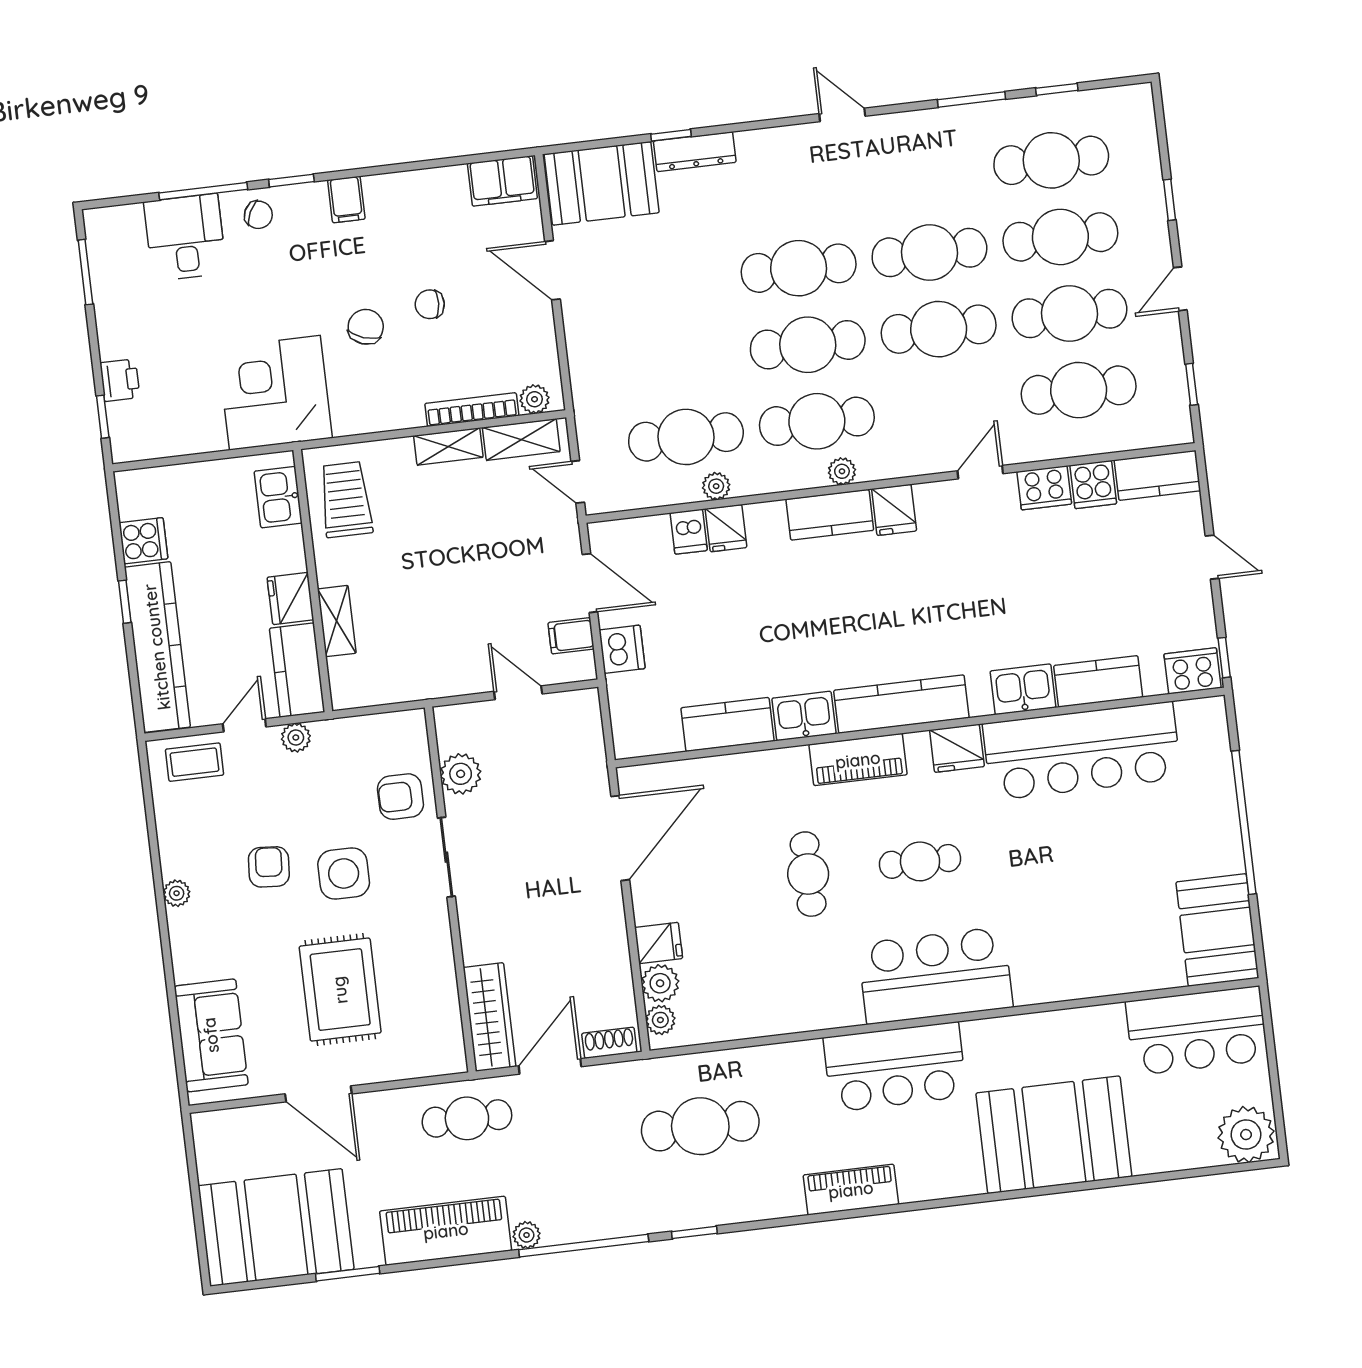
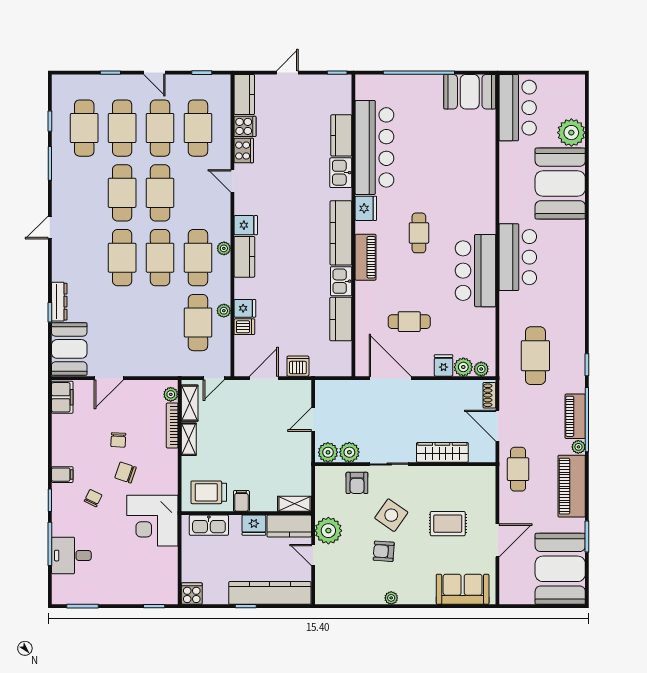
chair: (258, 215) -> (93, 498), moved
printer: (120, 380) -> (137, 596), removed
kitchen sink: (278, 497) -> (209, 525), width x1.38
cooker: (143, 541) -> (192, 594), moved
shelving: (337, 621) -> (294, 504), moved
filing cabinet: (571, 636) -> (241, 501), moved, turned 180
cooker: (1192, 671) -> (342, 89), removed
plant: (455, 731) -> (328, 452), added
plant: (296, 738) -> (328, 531), width x1.87, depth x1.87
coffee table: (194, 762) -> (328, 582), removed
side table: (344, 873) -> (391, 515), turned 35
cafe table: (808, 874) -> (409, 322), moved
bar counter: (935, 975) -> (476, 271), moved
rug: (340, 990) -> (448, 524), width x0.73, depth x0.70
wardrobe: (489, 1017) -> (442, 452), moved
plant: (1246, 1135) -> (571, 133), moved
piano: (851, 1190) -> (575, 416), moved

